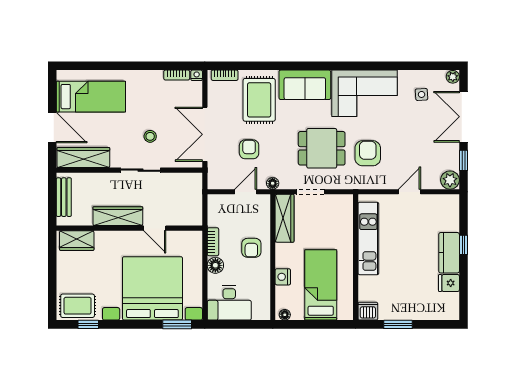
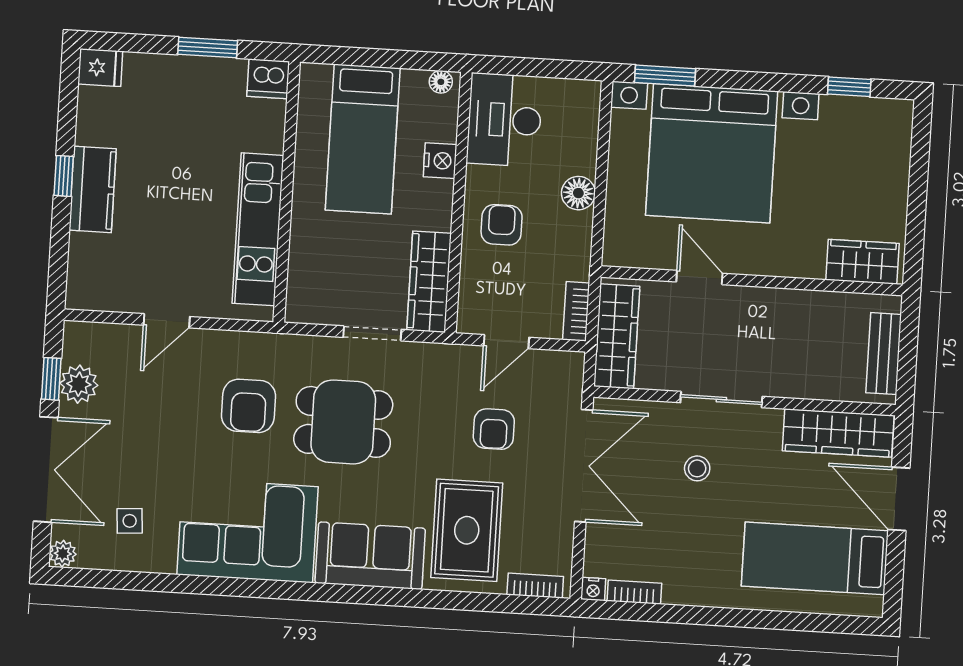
plant: (450, 180) -> (79, 384), moved
floor lamp: (273, 183) -> (449, 356), removed
wardrobe: (118, 216) -> (617, 336), moved, turned -90
bookcase: (213, 242) -> (576, 311), moved
window: (463, 245) -> (64, 176), moved
fridge: (449, 283) -> (100, 68), moved
desk: (229, 303) -> (505, 120), moved, turned -90
rug: (78, 306) -> (869, 127), removed

